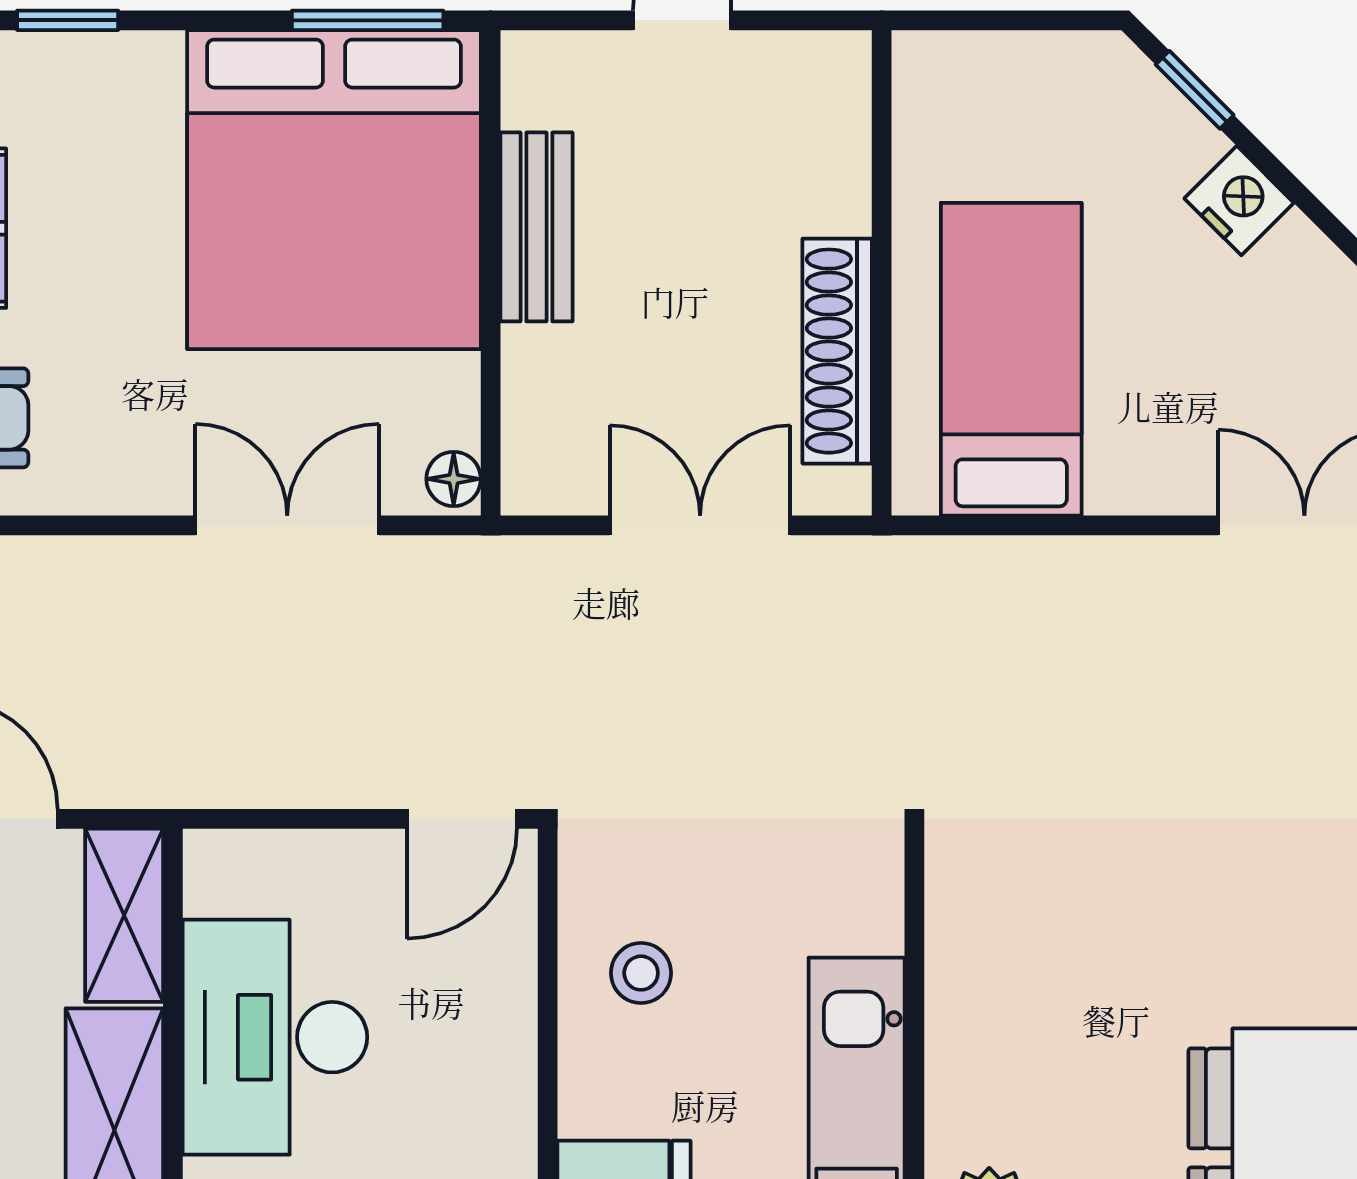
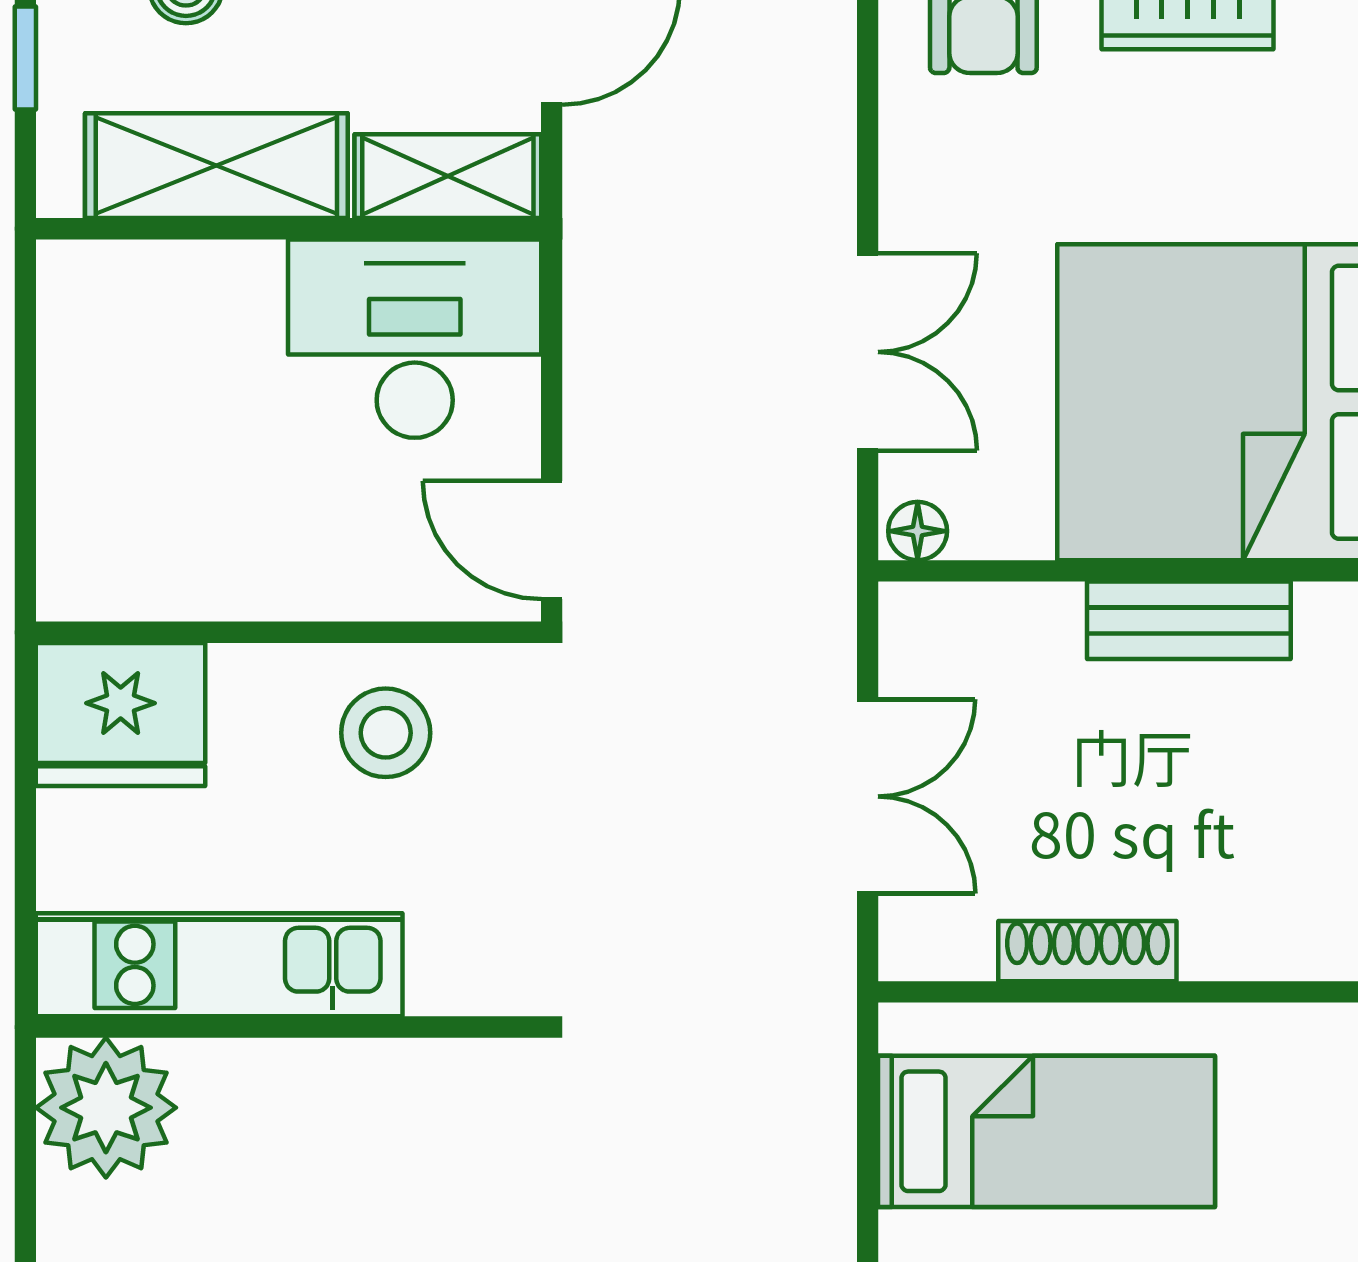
shoe rack: (837, 351) -> (1087, 951), width x0.74, depth x0.81
stool: (641, 973) -> (386, 733), width x1.37, depth x1.37
desk: (275, 1037) -> (415, 339), moved

